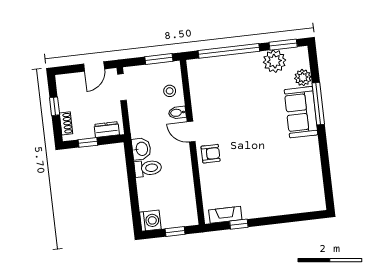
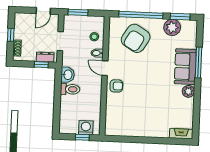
window: (159, 59) -> (78, 12), moved
plant: (303, 78) -> (188, 91), moved
armchair: (227, 84) -> (136, 38), added
doorway: (122, 87) -> (60, 41), moved
window: (88, 142) -> (41, 65), moved
fireplace: (225, 215) -> (181, 134), moved
washing machine: (150, 221) -> (86, 128), moved, turned -90
window: (239, 224) -> (128, 139), removed

